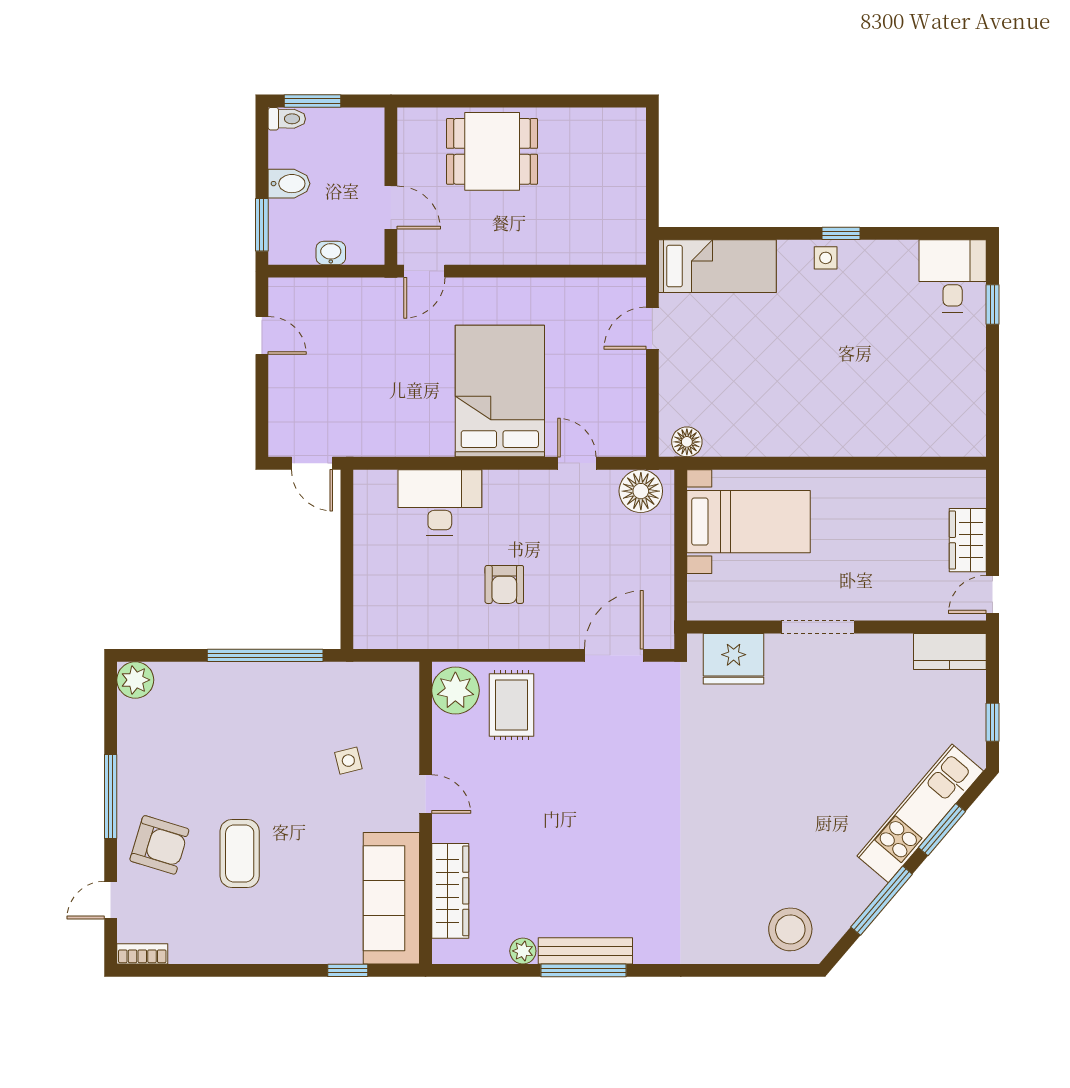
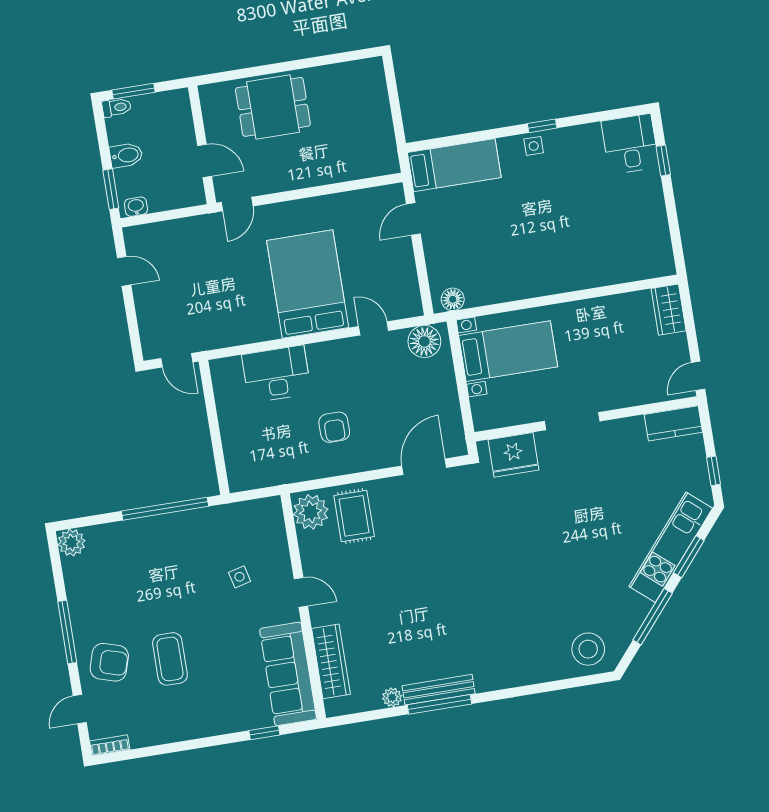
washbasin: (331, 253) -> (136, 207), moved
wardrobe: (968, 540) -> (669, 310), moved

